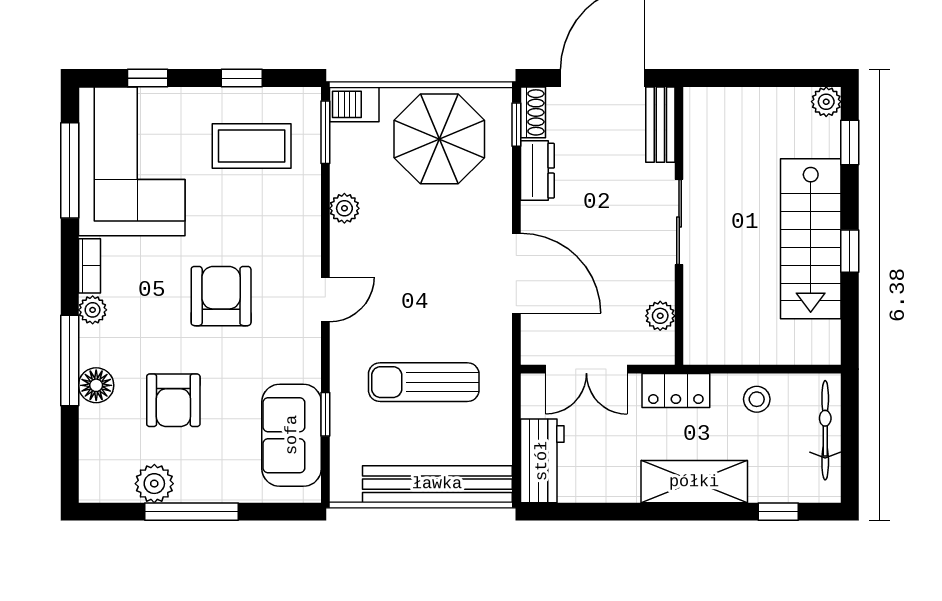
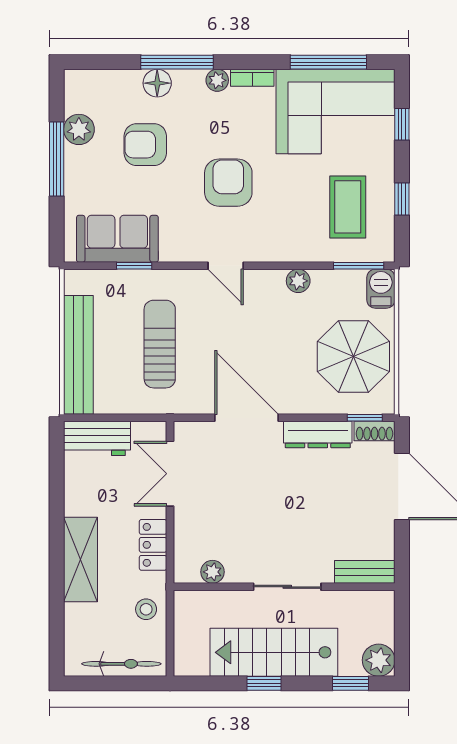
plant: (826, 102) -> (379, 660), width x1.38, depth x1.38
bench: (660, 125) -> (365, 572), moved
dresser: (537, 171) -> (318, 435), width x1.44
sliding door: (679, 222) -> (287, 587), moved
wall: (679, 226) -> (284, 587), moved
door: (516, 273) -> (246, 418), swing flipped
armchair: (221, 296) -> (228, 183), turned -90
plant: (660, 316) -> (213, 572), moved
window: (778, 512) -> (57, 626), removed

